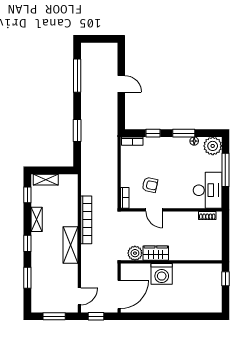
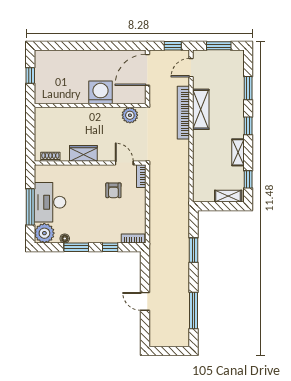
armchair: (150, 185) -> (113, 190), turned -102
desk: (208, 190) -> (50, 202), moved
door: (154, 210) -> (124, 163), moved
bookcase: (86, 220) -> (183, 113), moved
shelving: (70, 245) -> (201, 109), moved
wardrobe: (156, 253) -> (83, 153), moved, turned 180
window: (225, 279) -> (30, 75), moved

